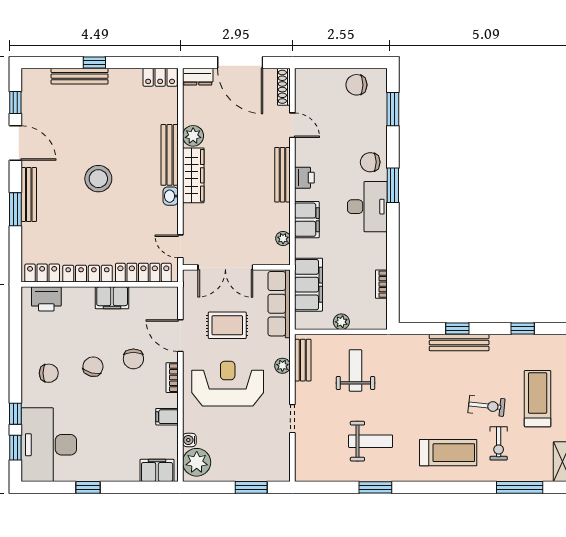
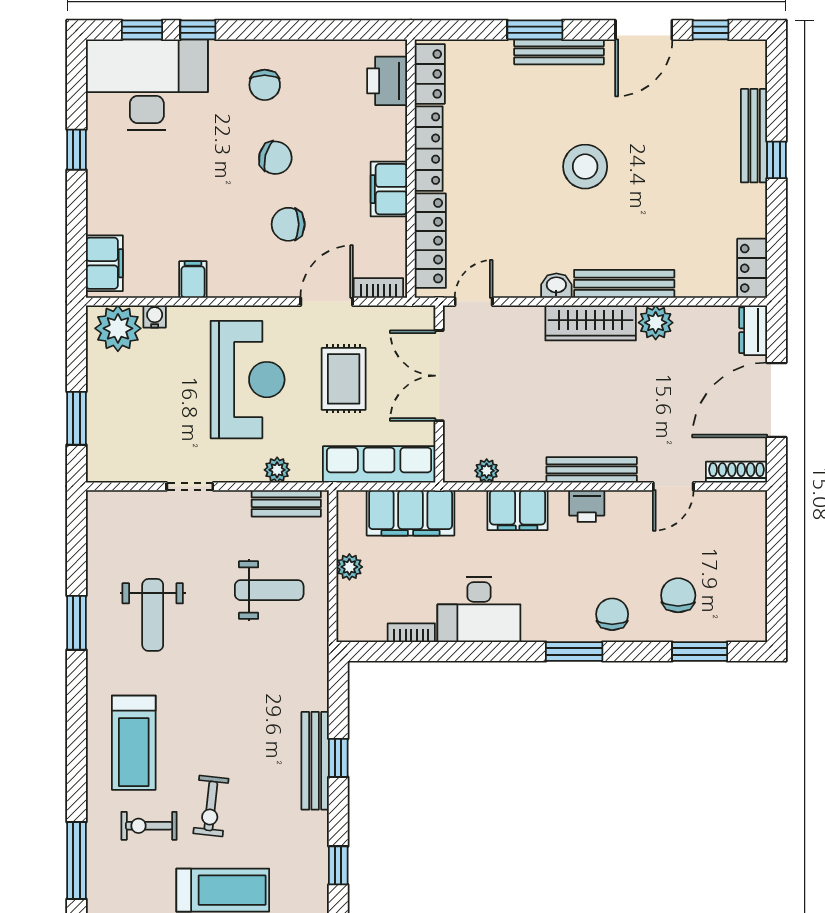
chair: (356, 85) -> (678, 595), moved
desk: (367, 207) -> (479, 610), moved
bookcase: (172, 378) -> (378, 288), moved

